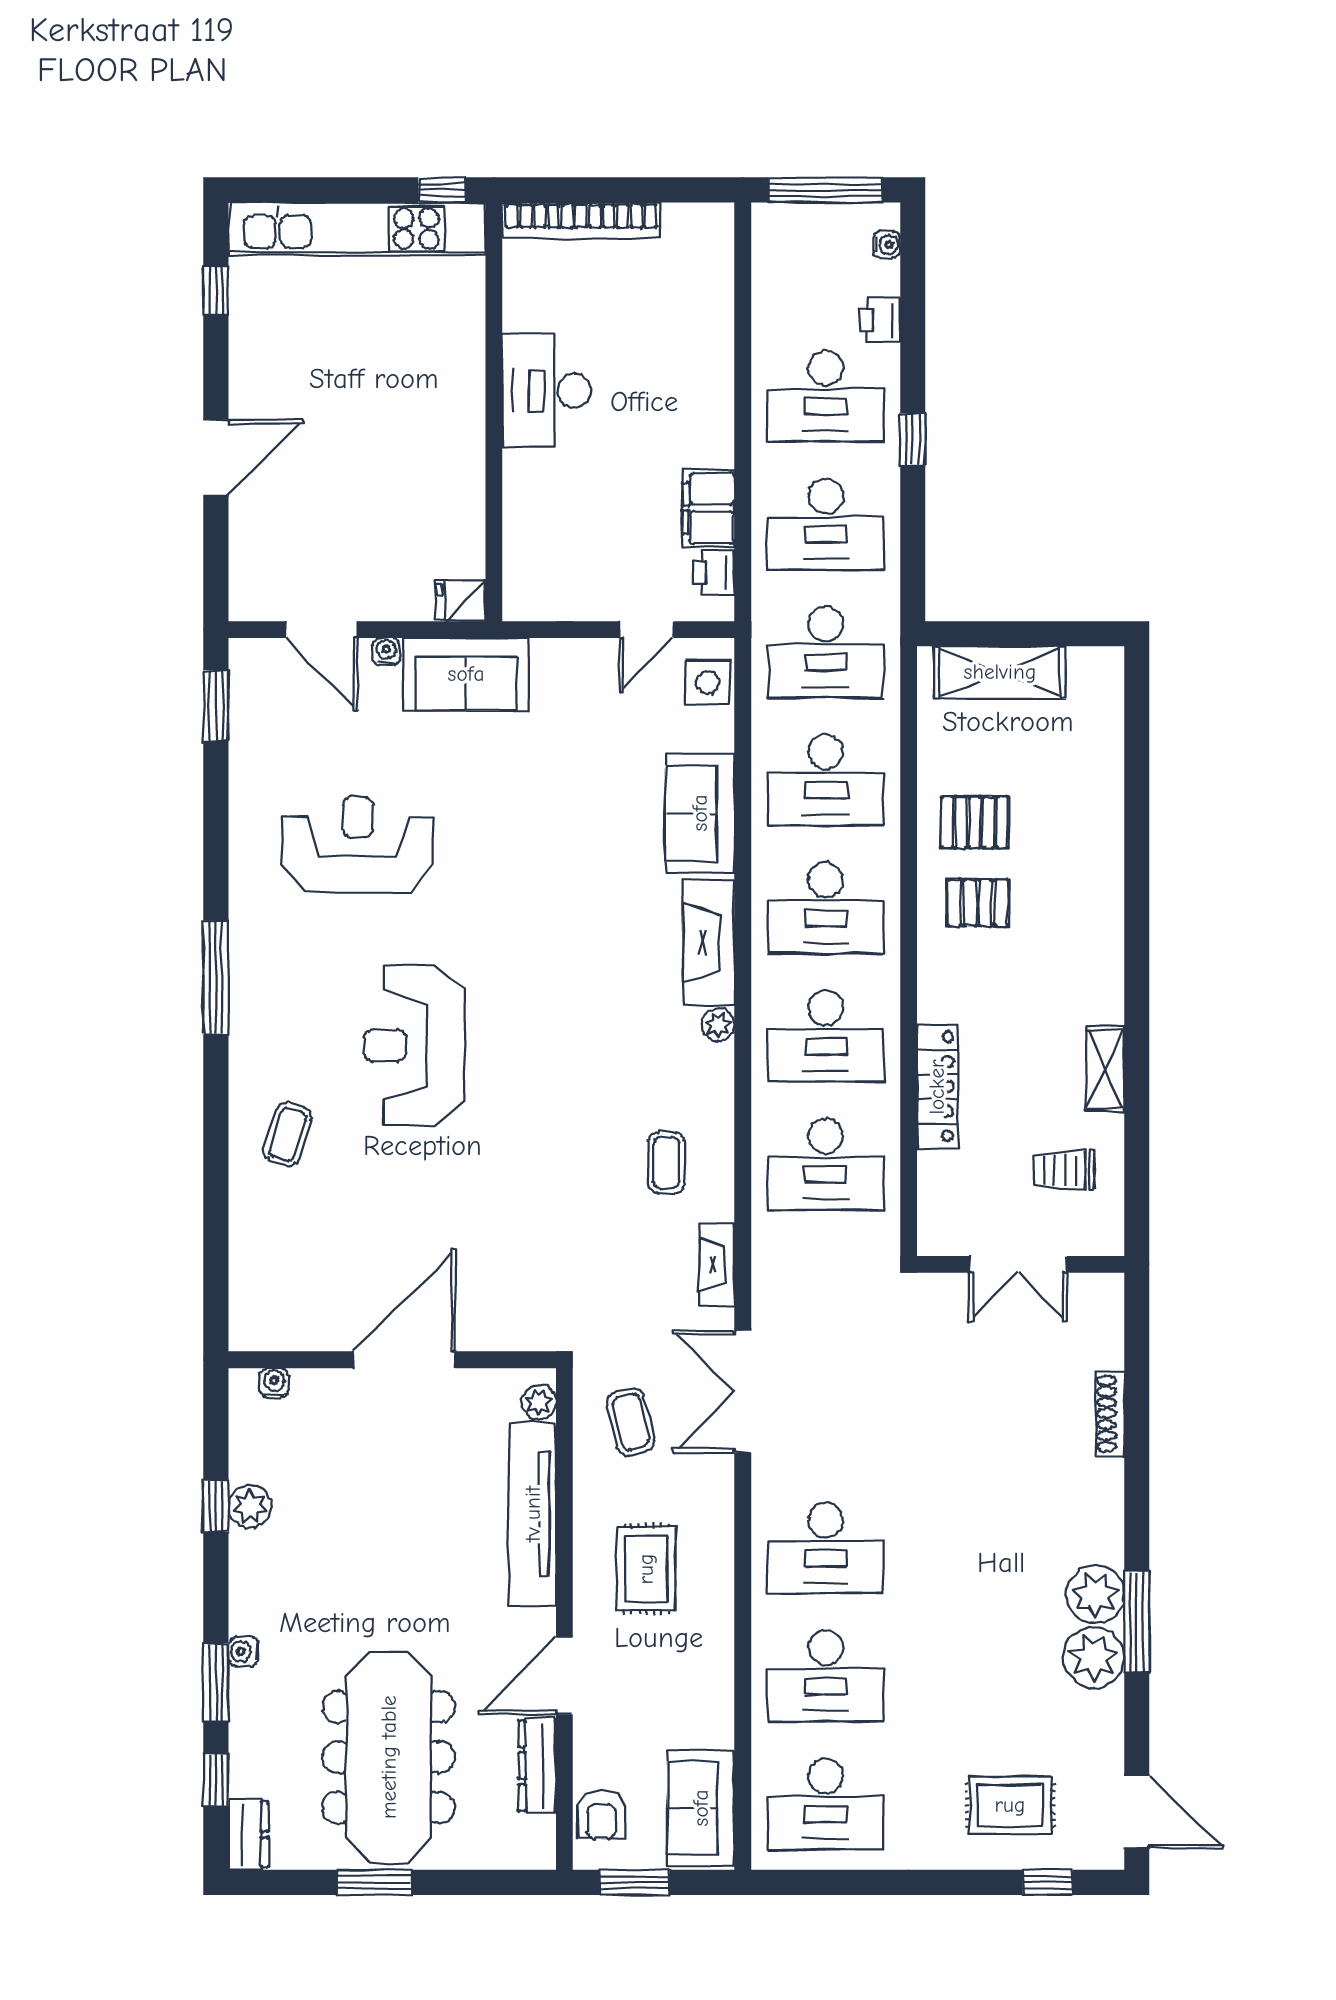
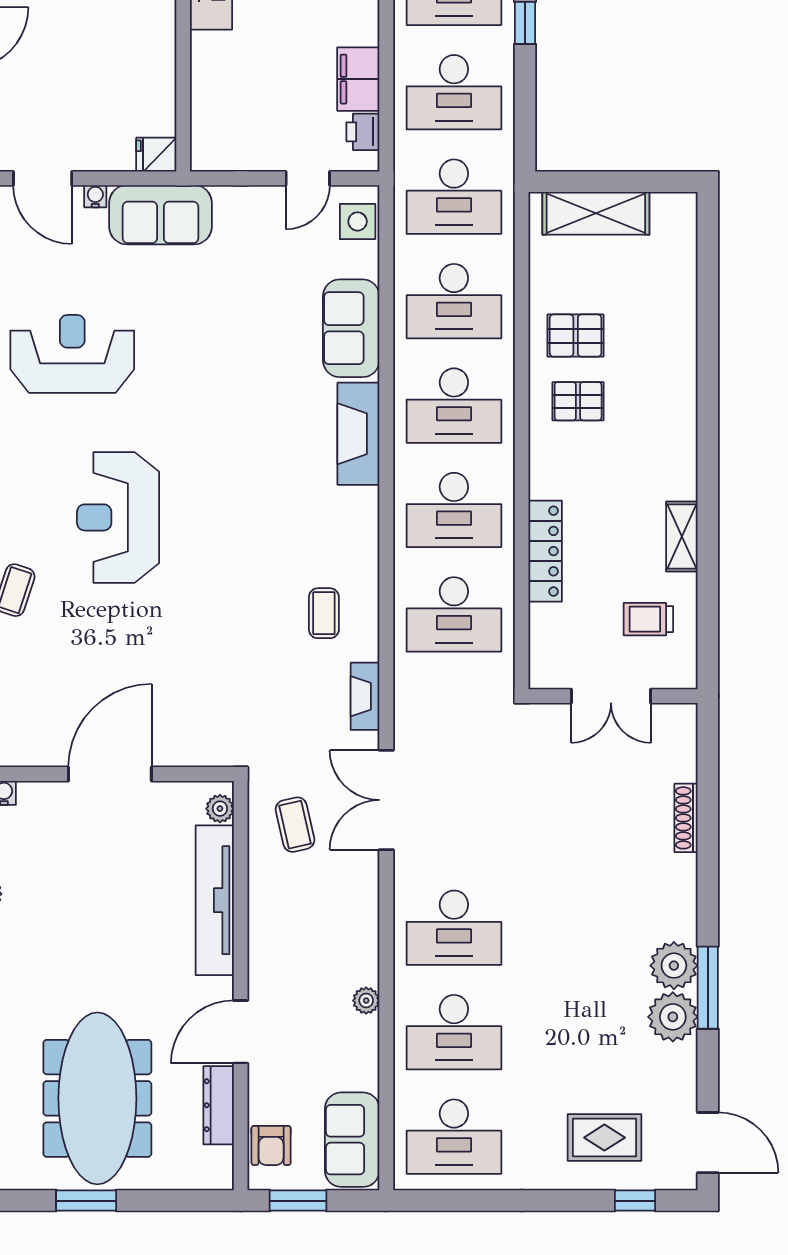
plant: (718, 1025) -> (366, 1001), moved
rug: (646, 1569) -> (307, 945), removed

